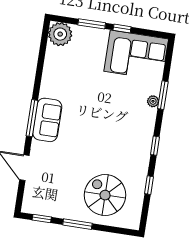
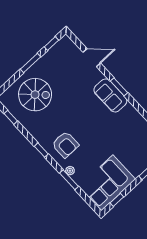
window: (122, 29) -> (117, 200), moved
window: (32, 118) -> (119, 87), width x0.69
armchair: (131, 126) -> (65, 145), added
window: (149, 185) -> (11, 117), moved

